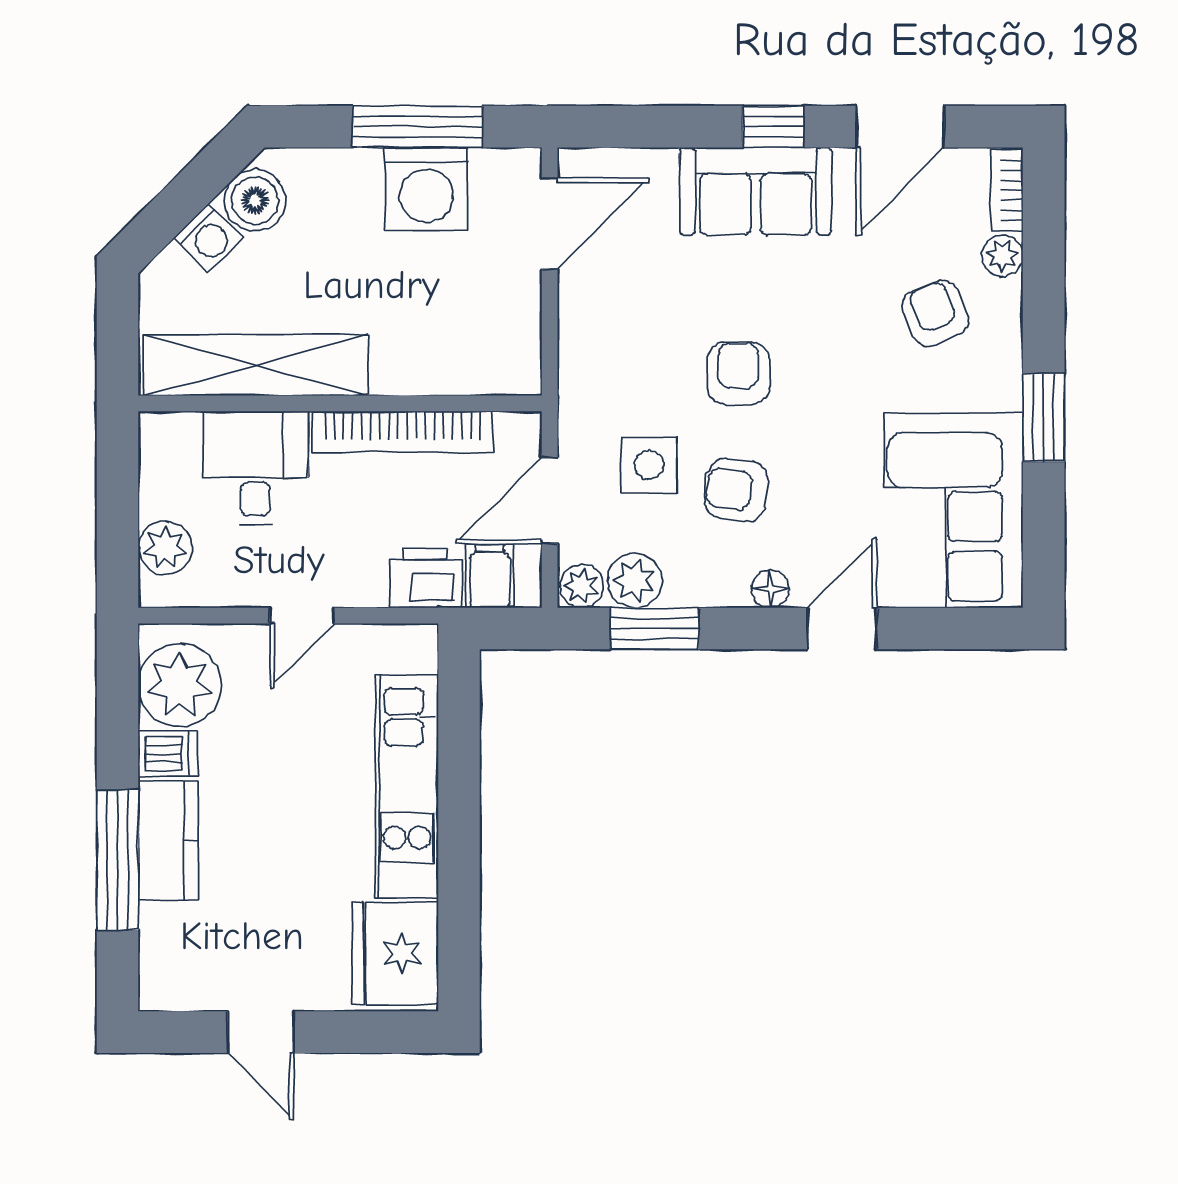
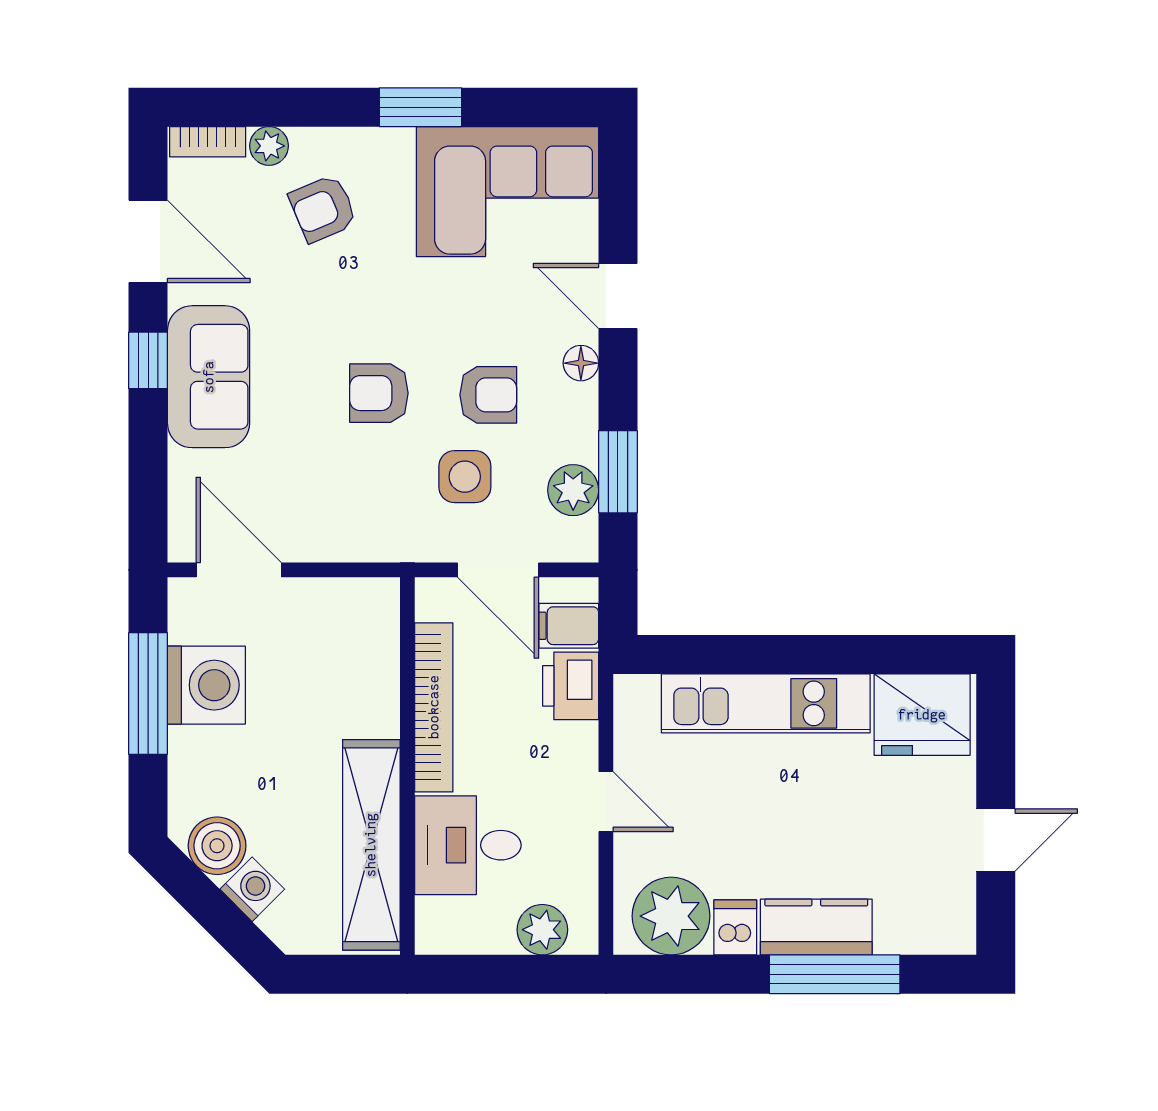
armchair: (736, 490) -> (488, 395), turned -98
plant: (581, 586) -> (578, 540), removed

